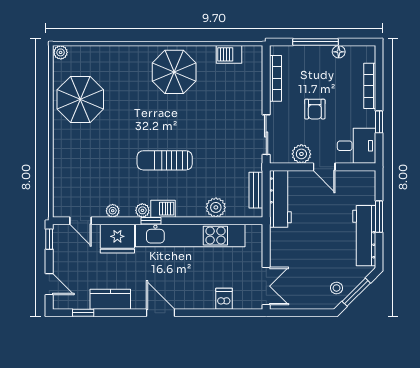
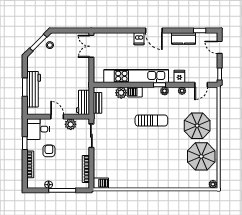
barbecue: (229, 54) -> (101, 183), moved
parasol: (174, 72) -> (197, 126), moved
armchair: (315, 109) -> (49, 151), moved
workbench: (280, 199) -> (83, 102), width x0.73
barbecue: (163, 209) -> (135, 92), moved
door: (81, 221) -> (201, 85), swing flipped
workbench: (364, 236) -> (34, 89), moved
fridge: (117, 239) -> (179, 76), width x0.53, depth x0.75
dishwasher: (224, 299) -> (139, 39), moved

